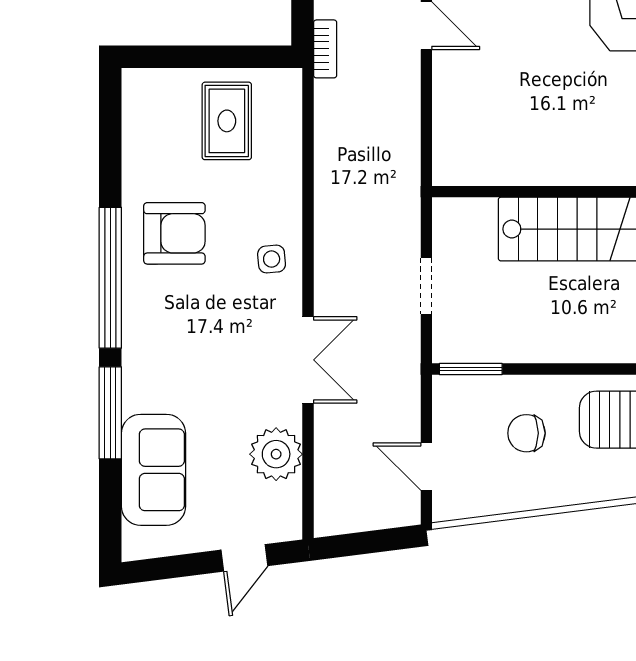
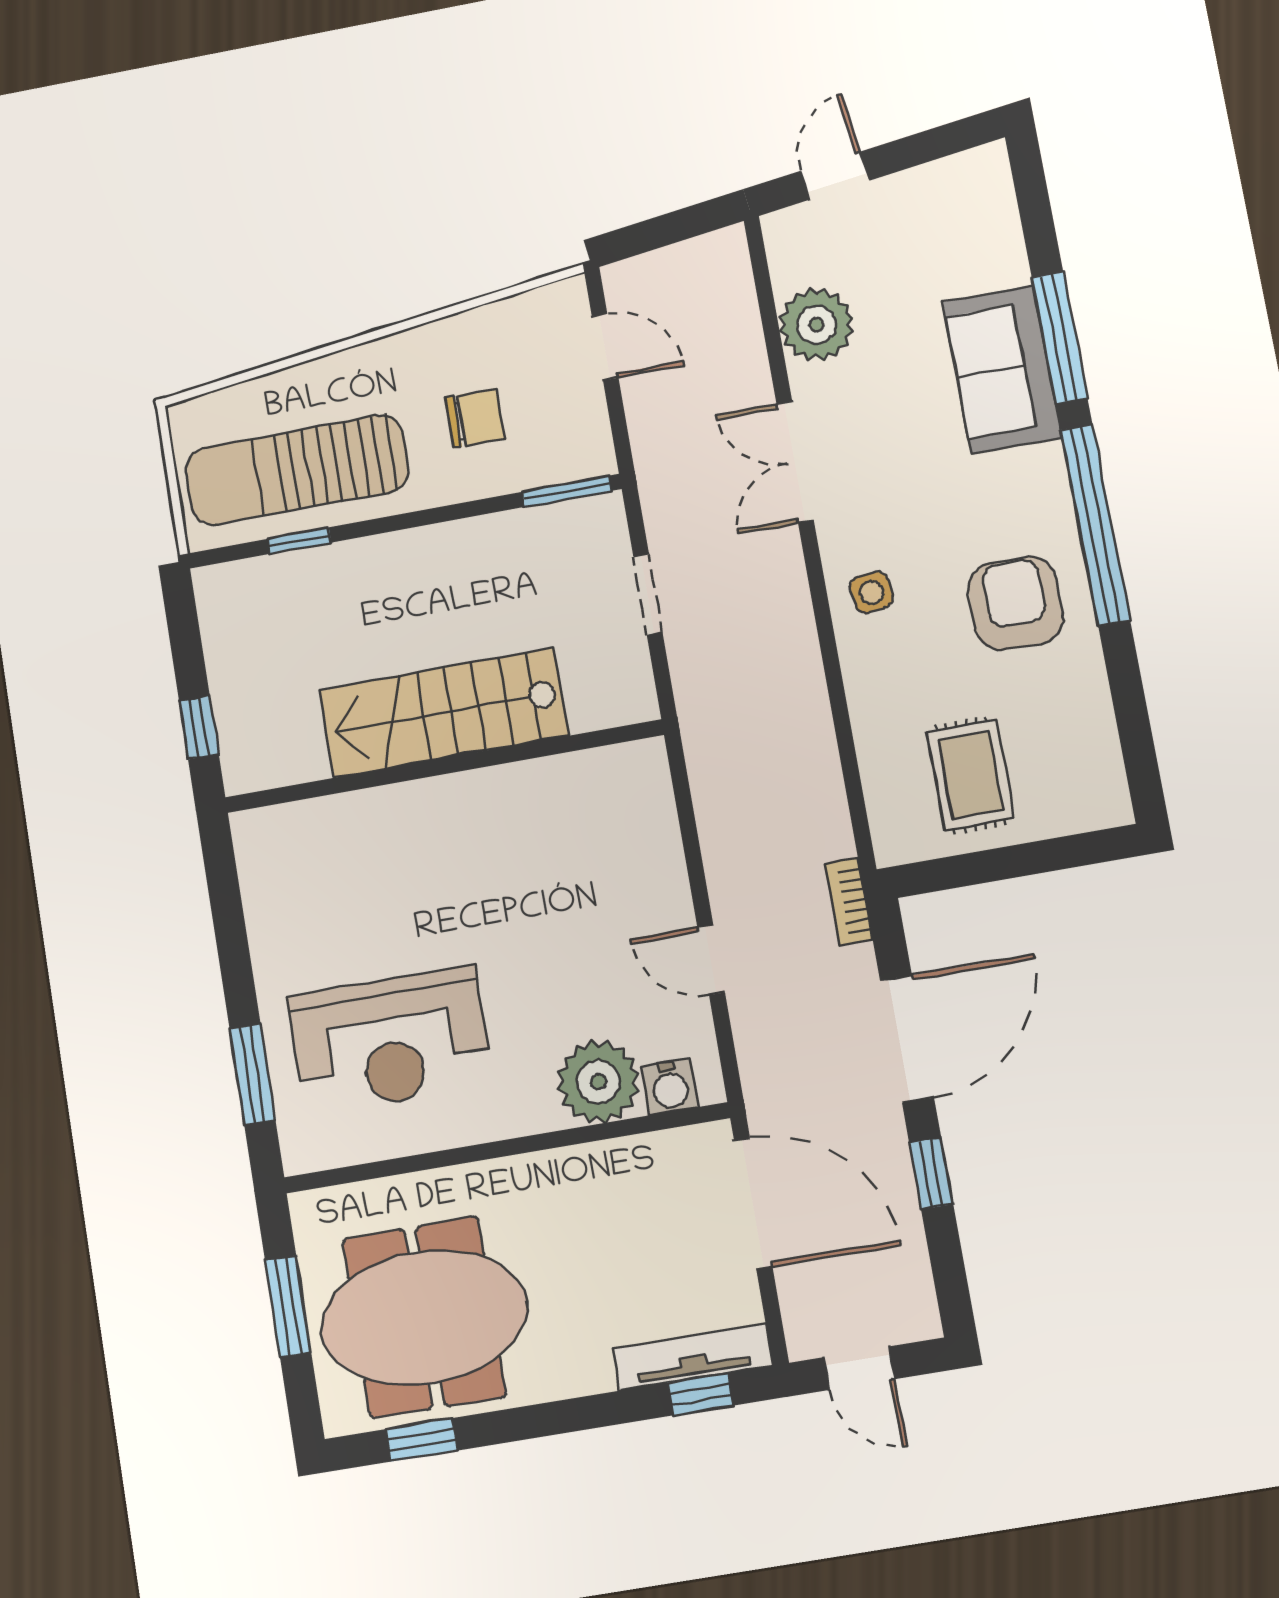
armchair: (174, 233) -> (1016, 603), turned 90
sofa: (154, 470) -> (1002, 370), moved

